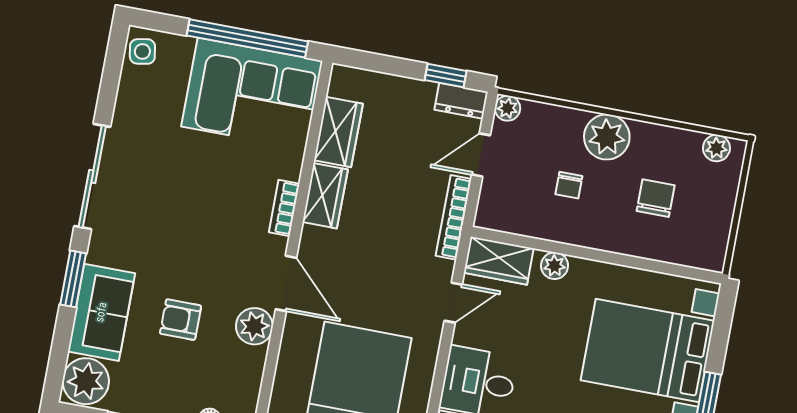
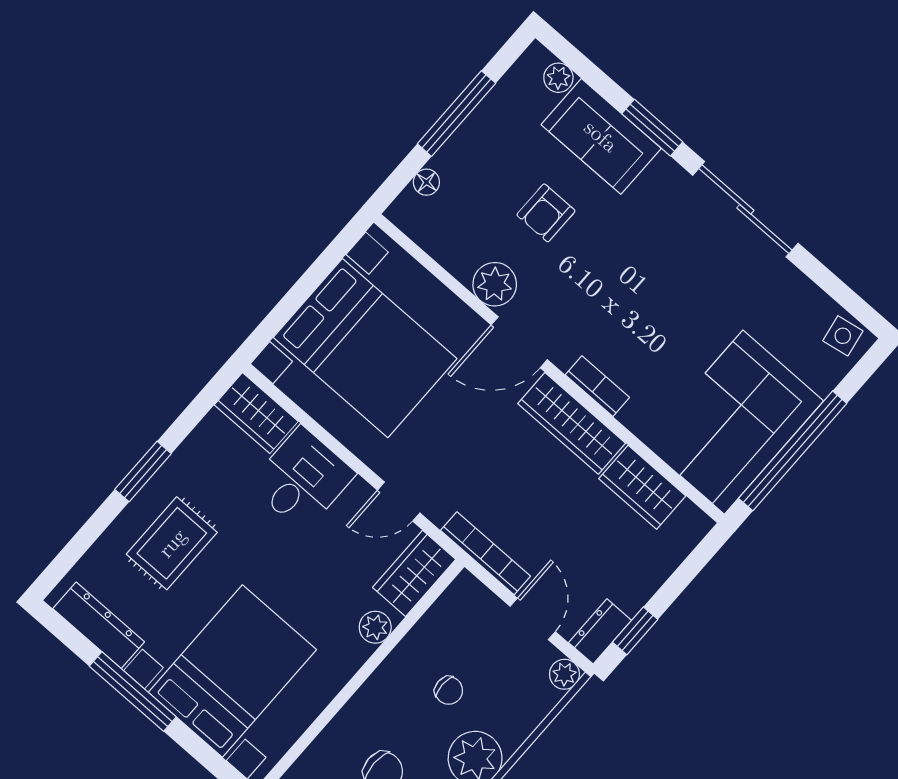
chair: (569, 185) -> (449, 690), turned 180
wardrobe: (325, 196) -> (572, 423), width x1.50
door: (453, 303) -> (399, 502), hinge flipped
armchair: (181, 320) -> (546, 213), turned 180
plant: (86, 381) -> (558, 78), width x0.53, depth x0.53

